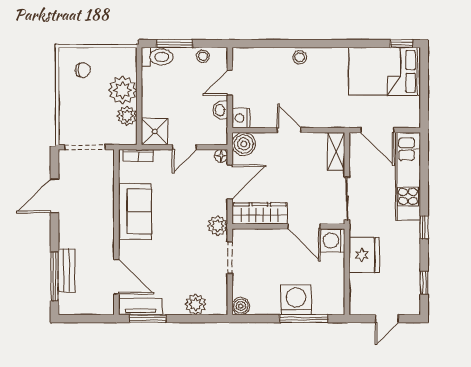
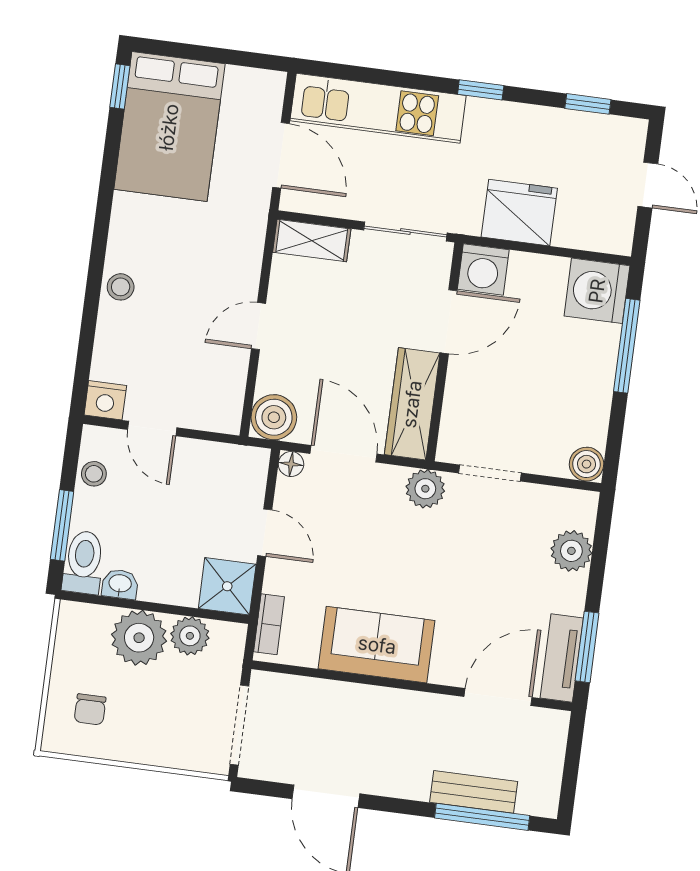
chair: (83, 70) -> (90, 709), turned 180
washbasin: (220, 110) -> (120, 584), moved, turned 180
nightstand: (241, 118) -> (105, 400), moved
door: (377, 130) -> (281, 155), hinge flipped
washing machine: (296, 300) -> (597, 291), moved

